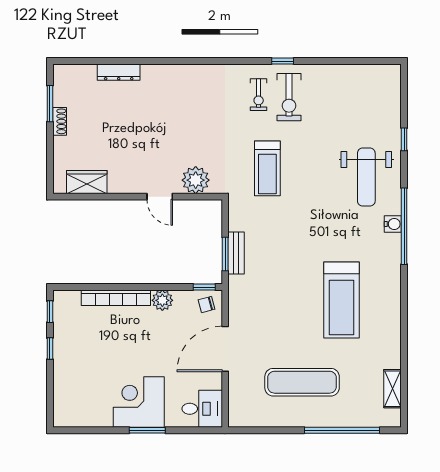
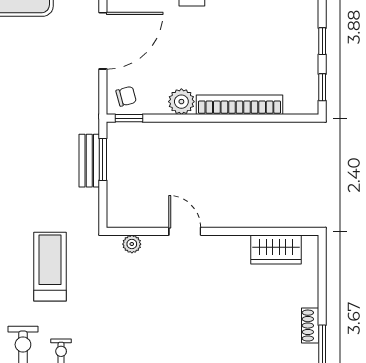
plant: (196, 180) -> (132, 244), width x0.53, depth x0.53

